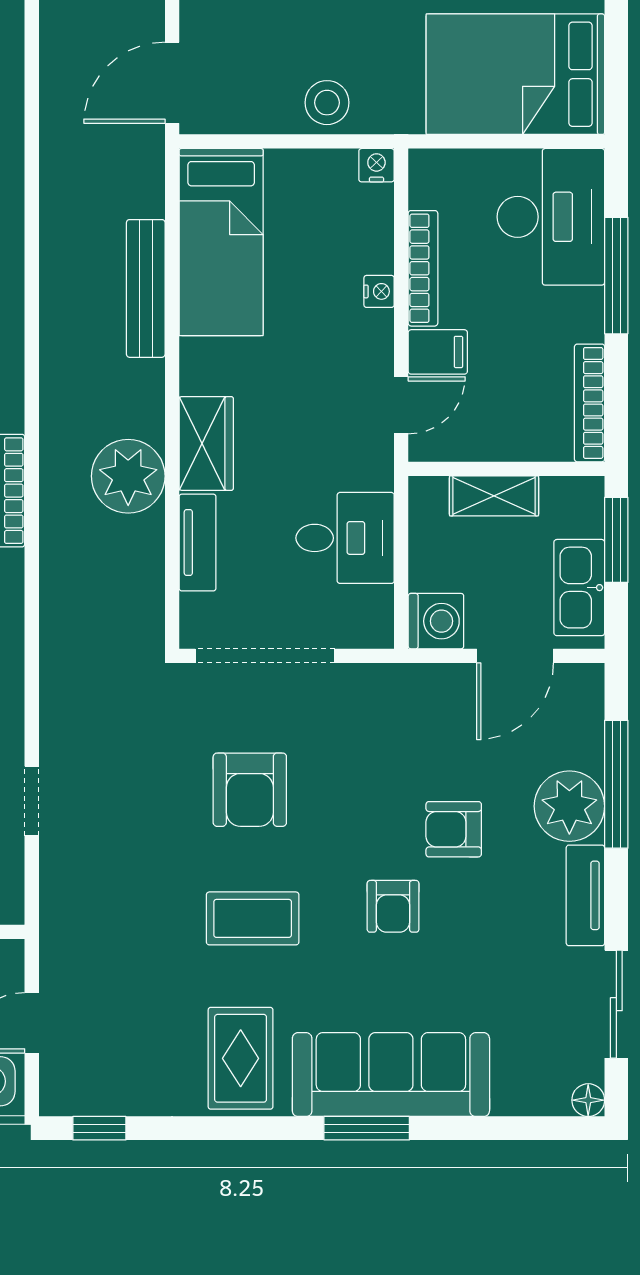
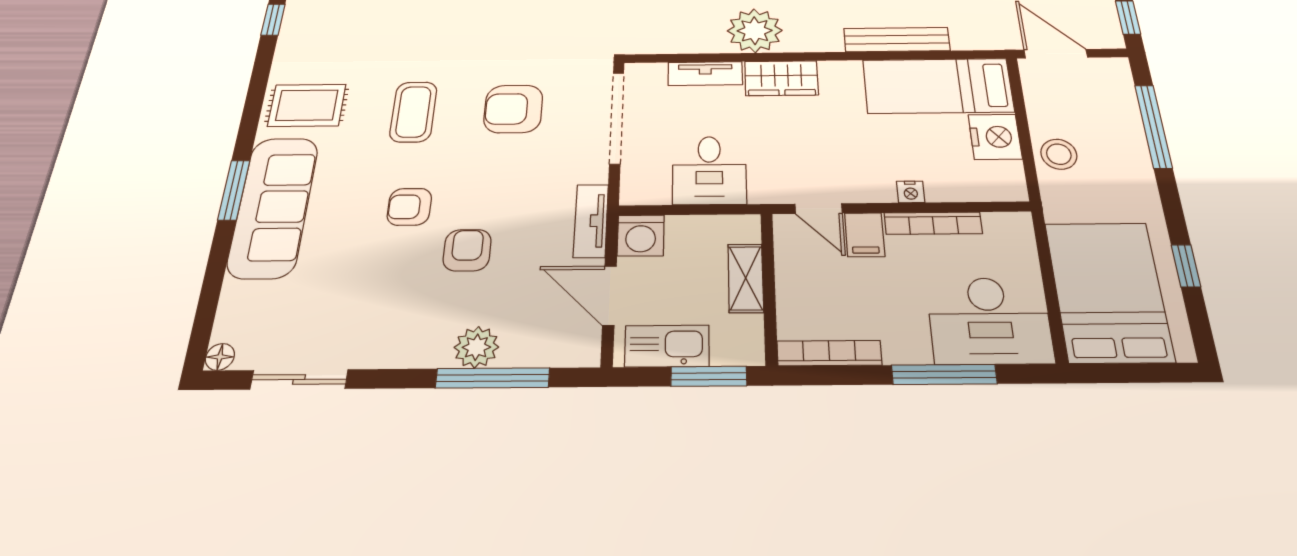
nightstand: (376, 165) -> (995, 137), moved, width x1.89, depth x1.79
plant: (569, 806) -> (476, 347), width x0.73, depth x0.73
tv unit: (585, 895) -> (591, 221), moved, turned -90

